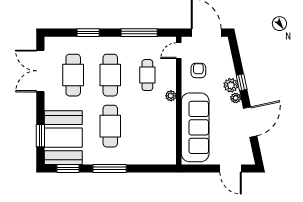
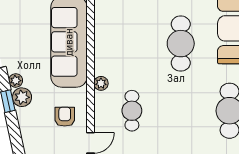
armchair: (198, 71) -> (65, 117), turned 180
cafe table: (110, 75) -> (181, 111), removed

